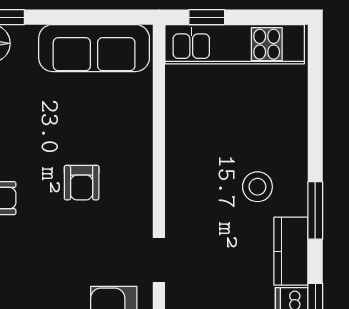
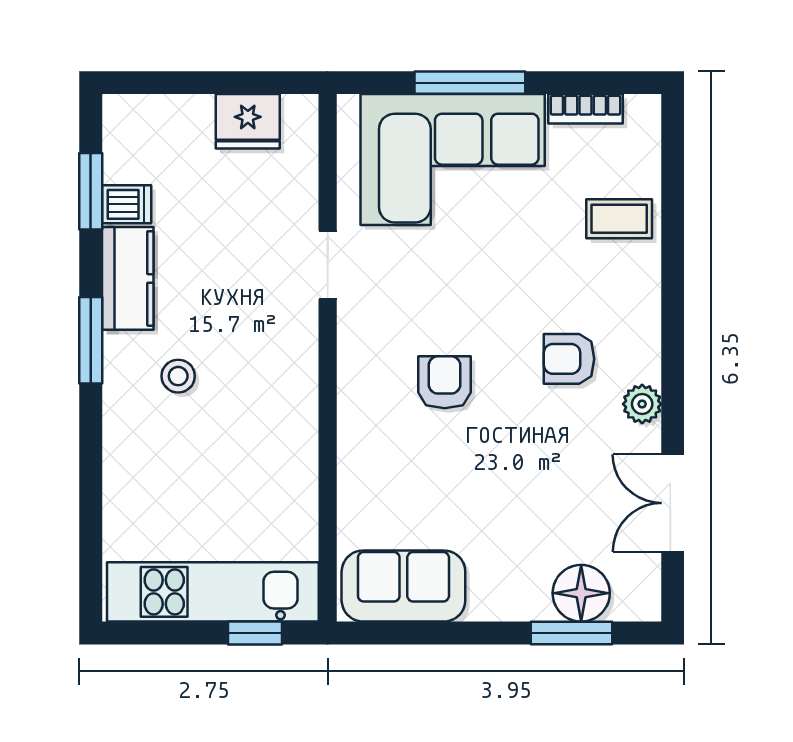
sofa: (94, 48) -> (403, 586), width x0.73
stool: (257, 187) -> (178, 376), width x0.73, depth x0.73

